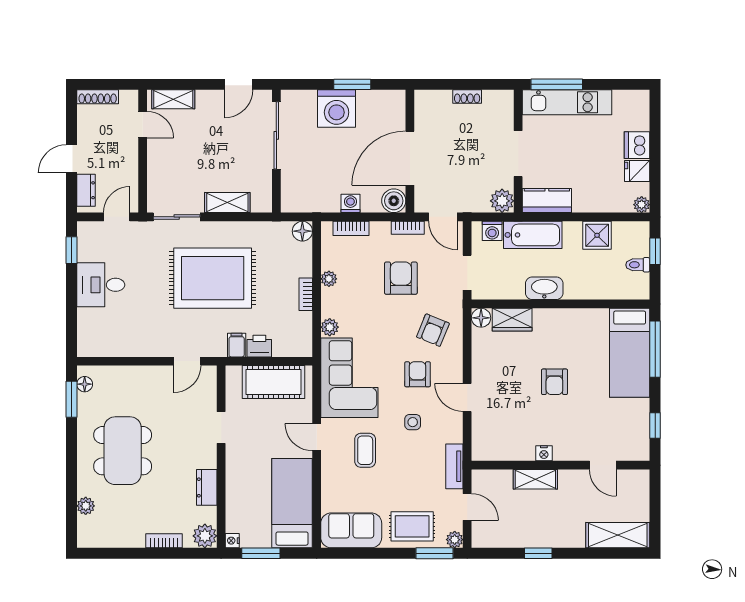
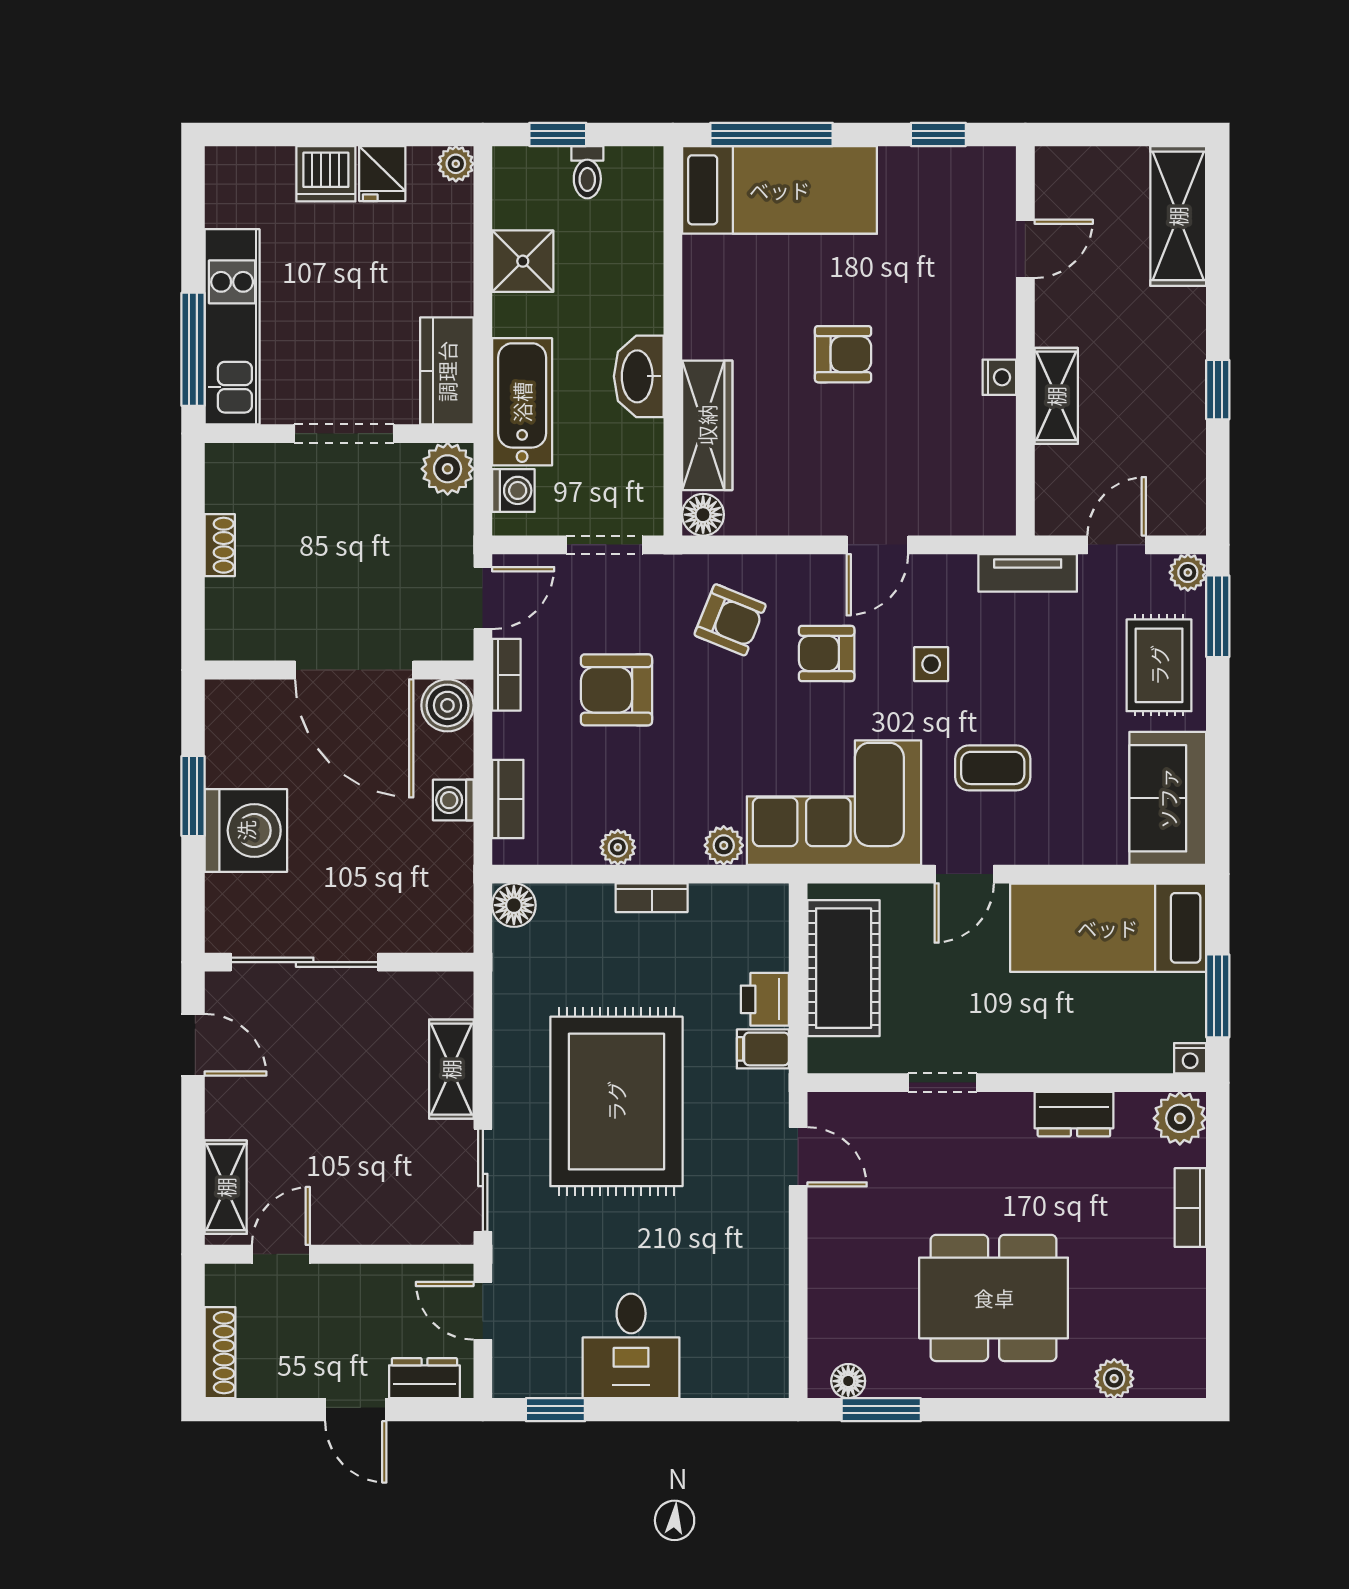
wardrobe: (512, 320) -> (707, 425), width x1.50

